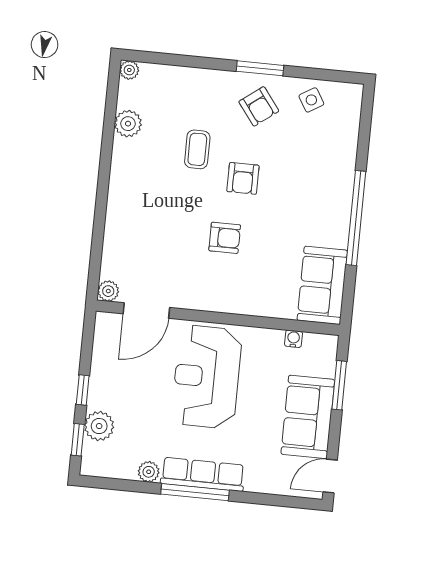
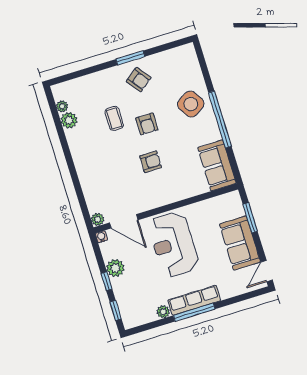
plant: (129, 70) -> (62, 106), moved
side table: (311, 100) -> (191, 104), moved, width x1.87, depth x1.87
door: (146, 311) -> (124, 221), hinge flipped
water cooler: (293, 339) -> (101, 237), moved
plant: (99, 426) -> (115, 268), moved

